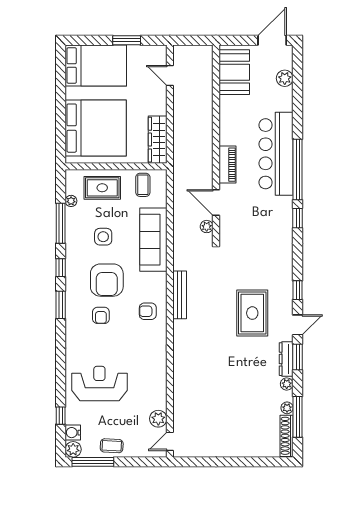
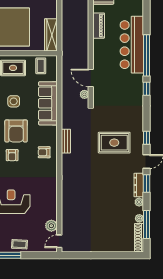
piano: (227, 165) -> (99, 26), moved
bench: (180, 295) -> (66, 141), width x0.73
rug: (252, 313) -> (114, 143), moved, turned 90

